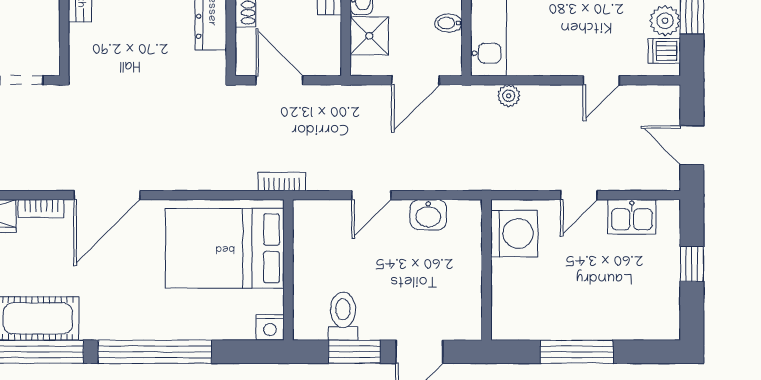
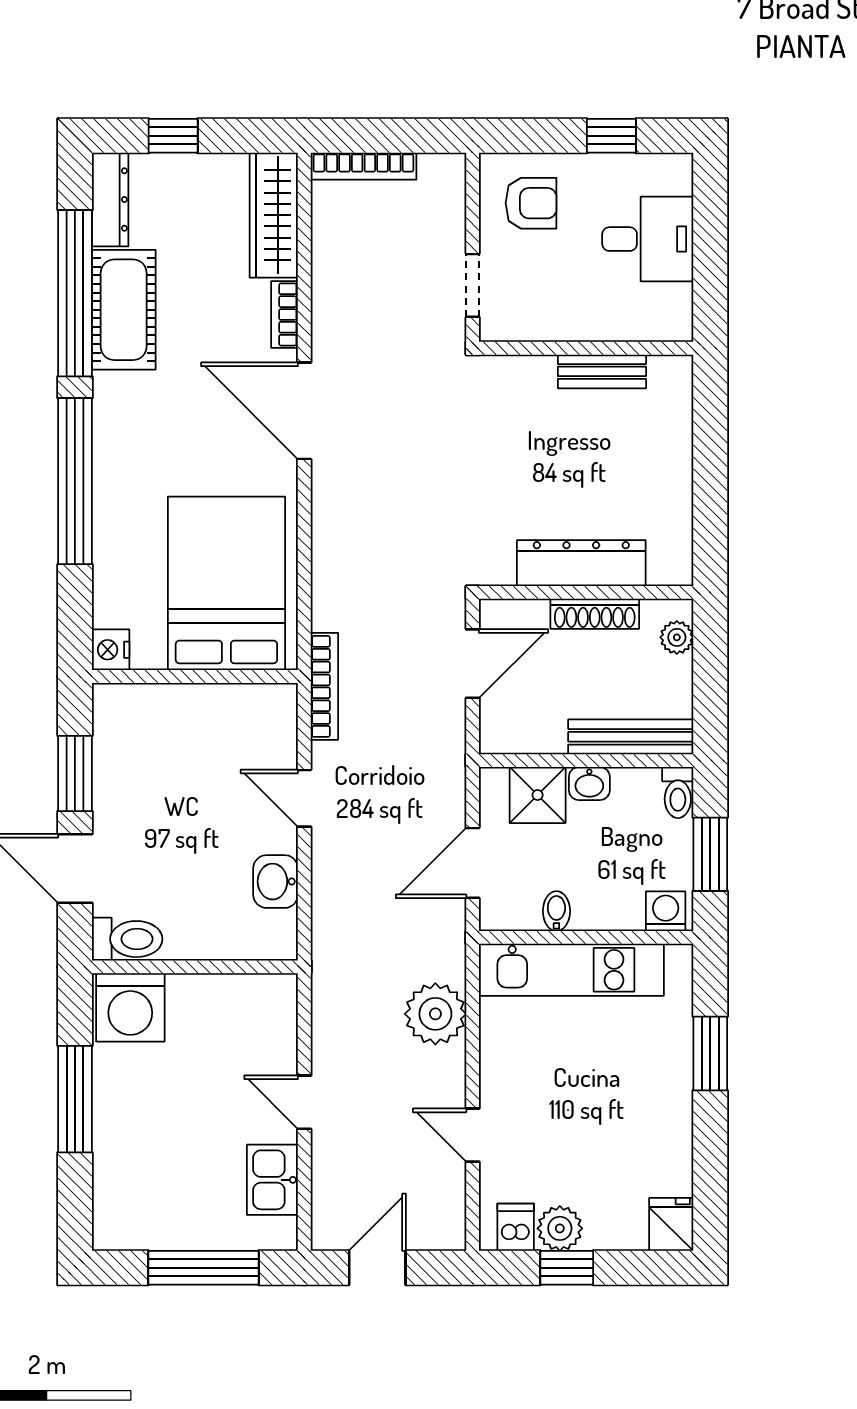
door: (416, 80) -> (473, 863), hinge flipped
plant: (509, 96) -> (435, 1014), width x1.88, depth x1.88
bookcase: (282, 181) -> (324, 686), width x1.56
washing machine: (514, 234) -> (130, 1007), moved
window: (692, 264) -> (203, 1268), width x2.17
toilet: (343, 316) -> (127, 939), moved

